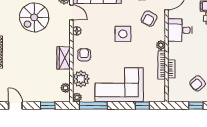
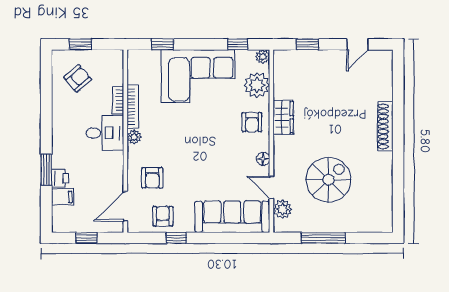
armchair: (149, 19) -> (152, 178), turned 152
desk: (180, 30) -> (105, 133), moved
side table: (123, 34) -> (192, 154), removed
plant: (66, 88) -> (280, 71), removed
door: (15, 105) -> (357, 44), hinge flipped
window: (93, 105) -> (238, 44), width x0.46

